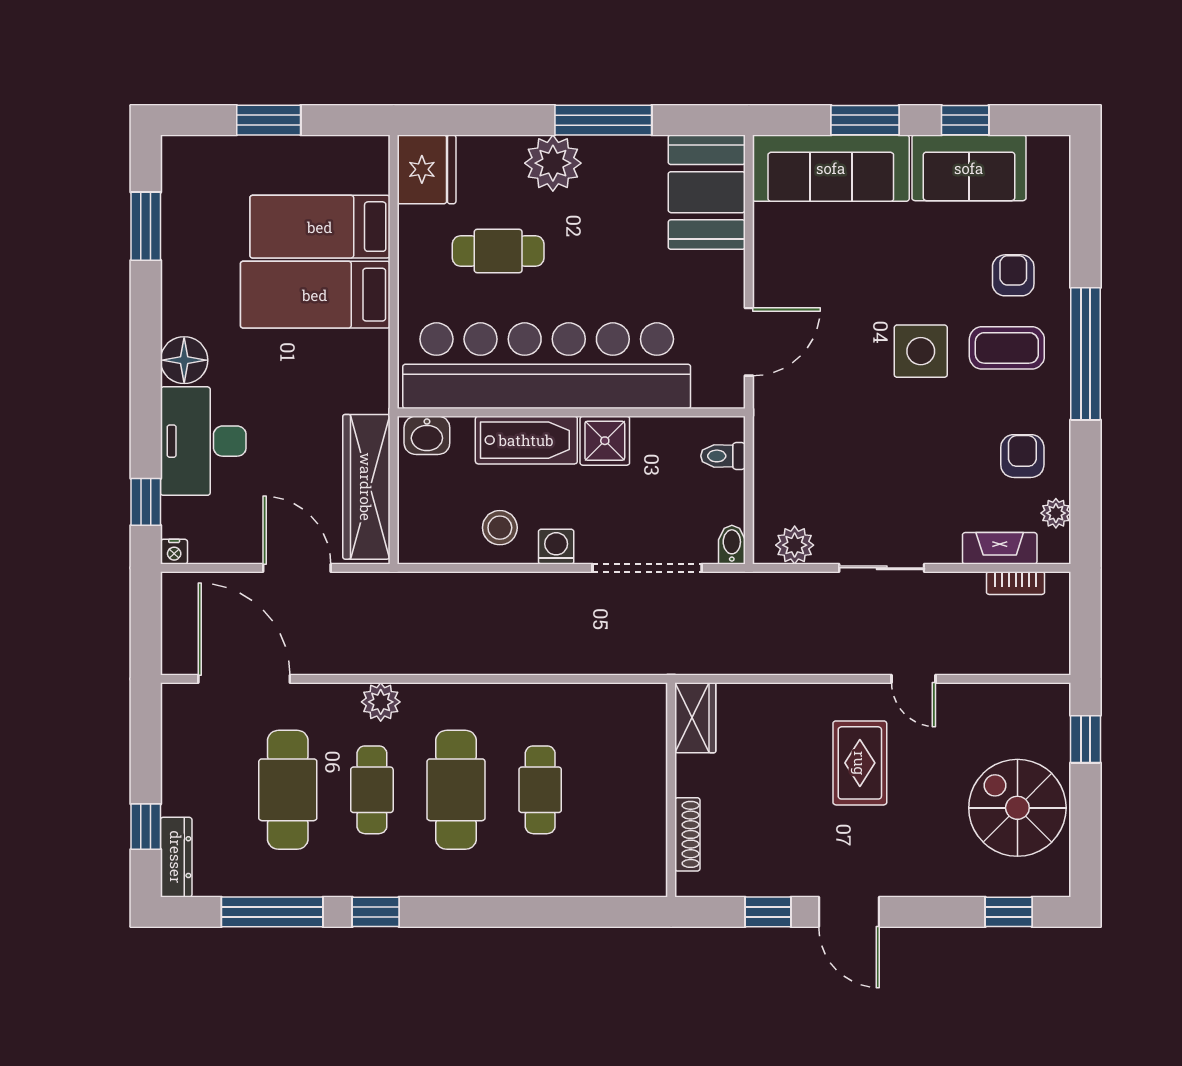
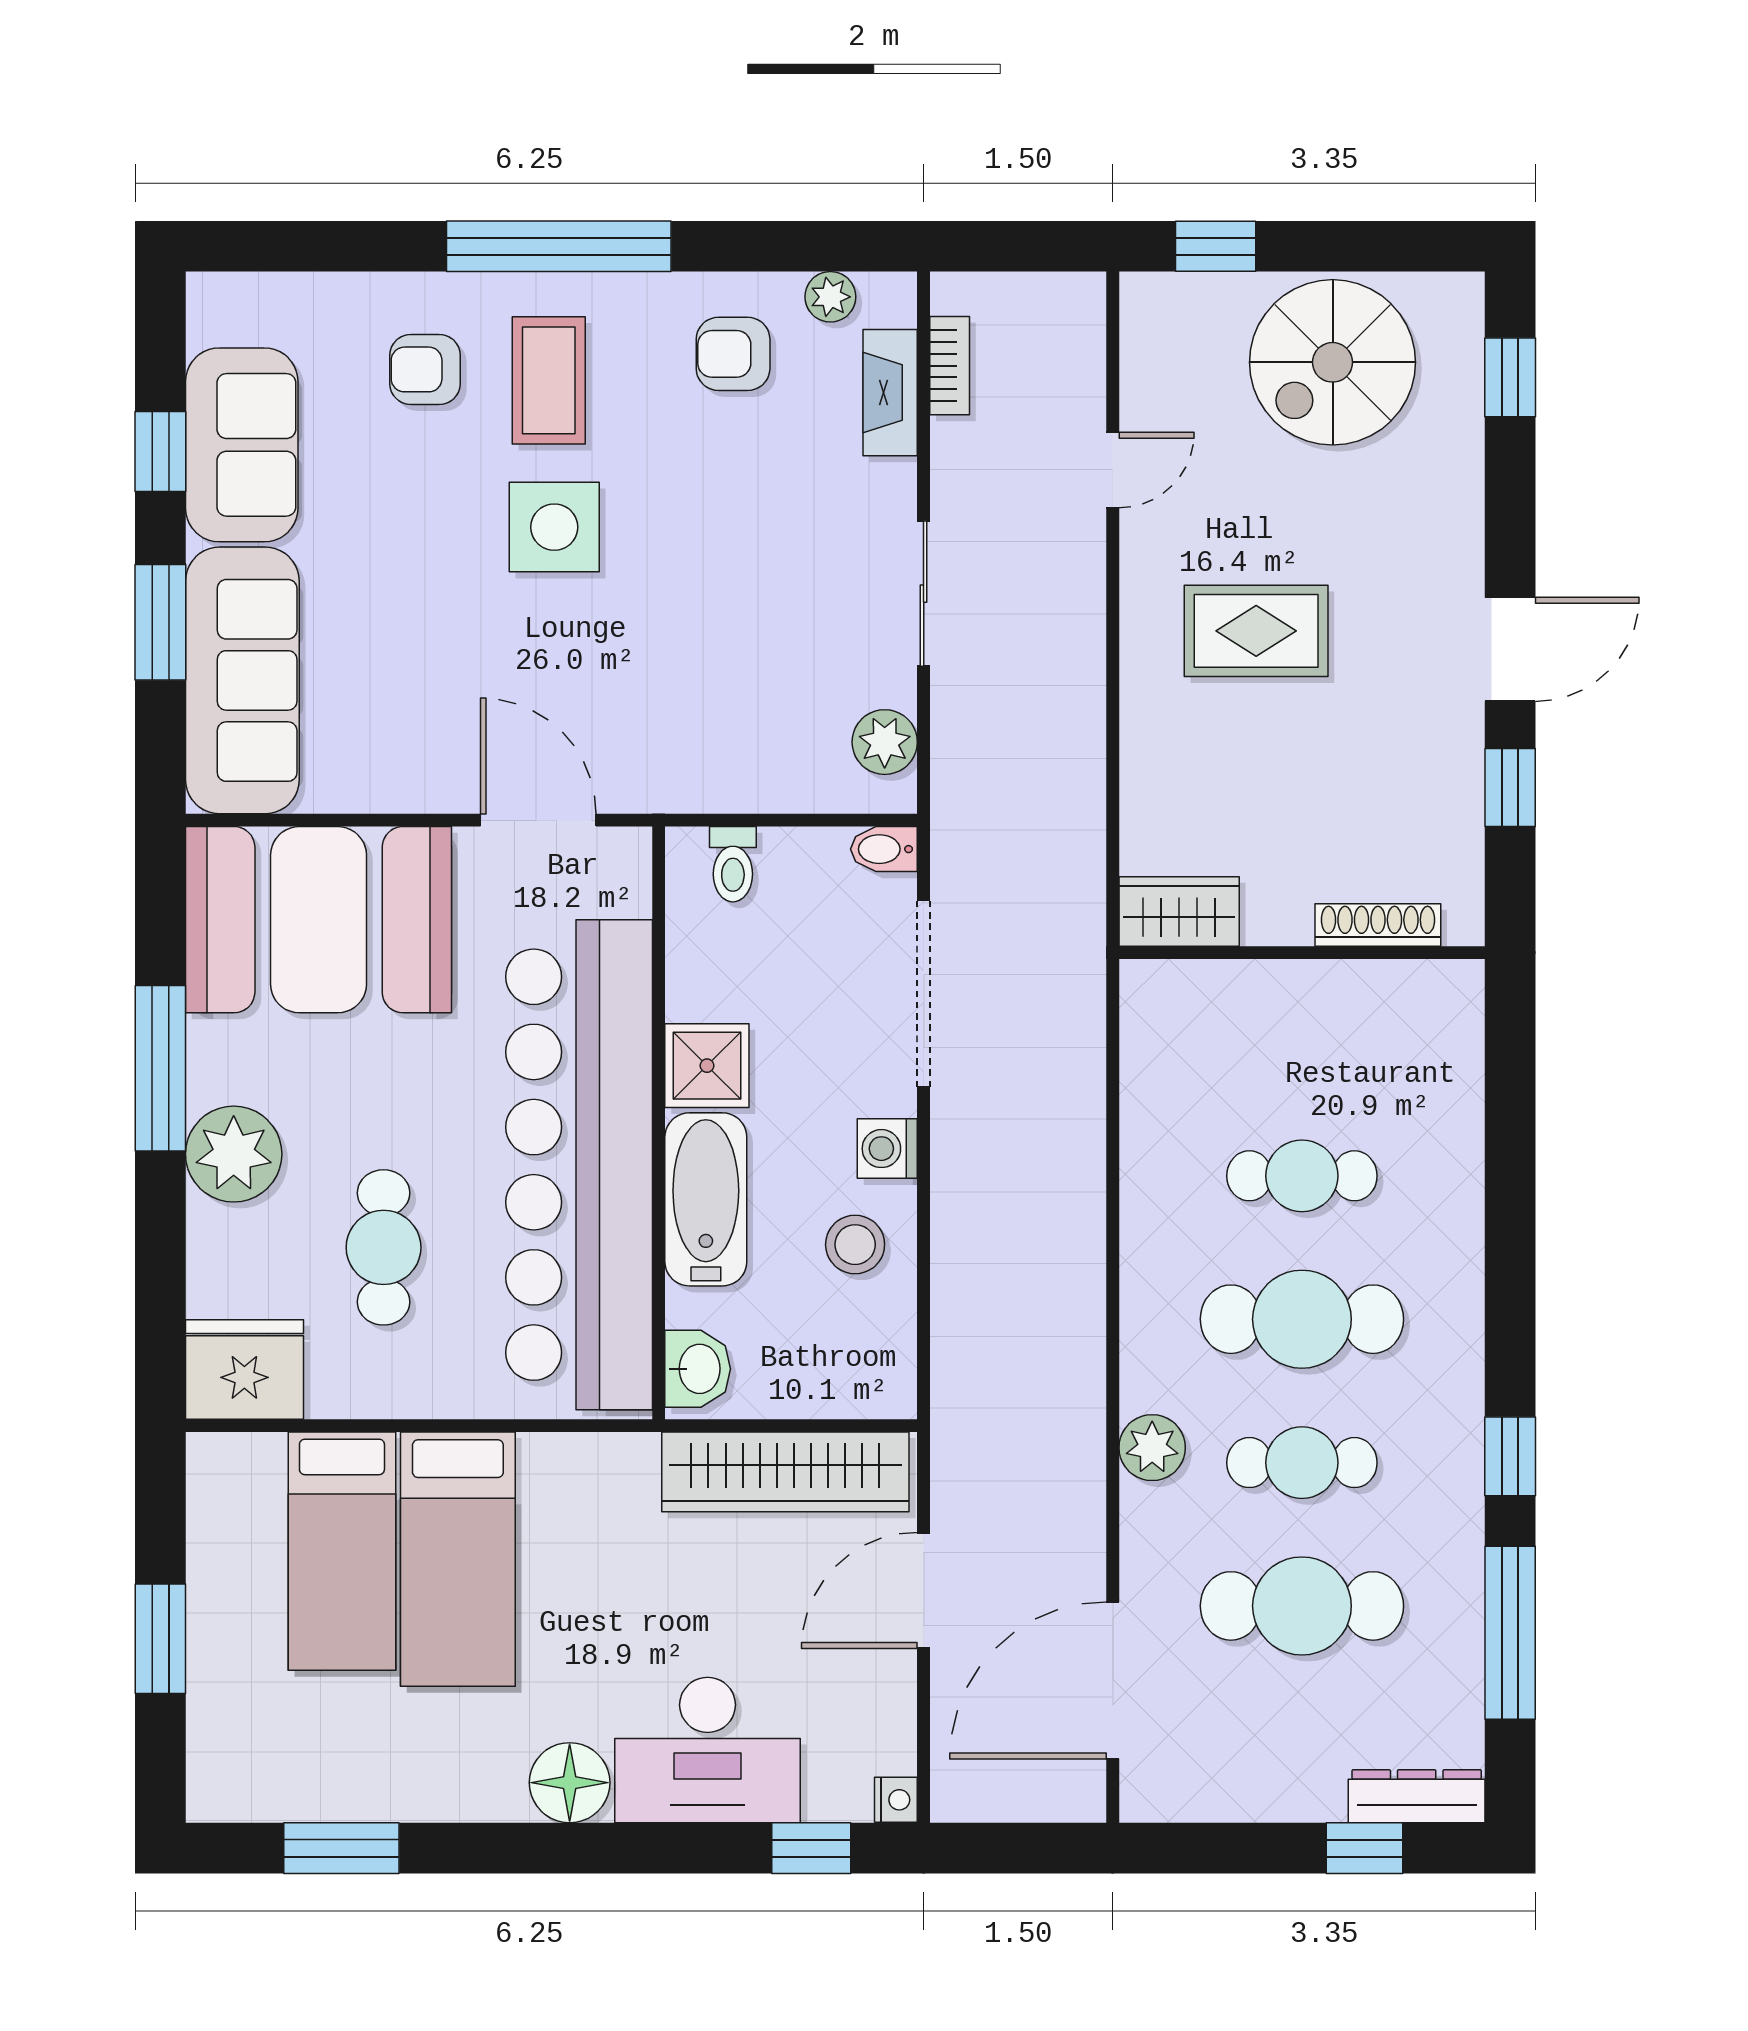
booth: (707, 192) -> (319, 920), width x1.36, depth x1.42
door: (914, 679) -> (1113, 470), moved

